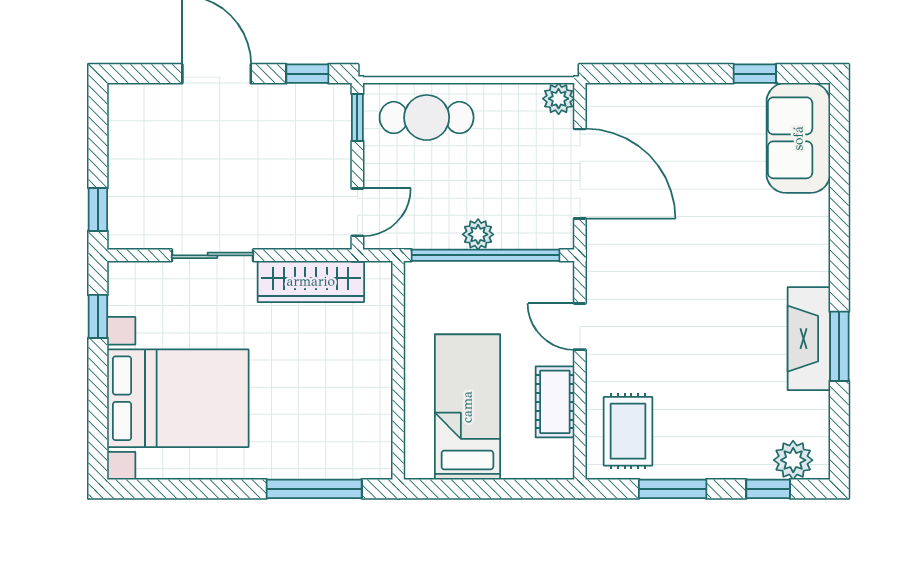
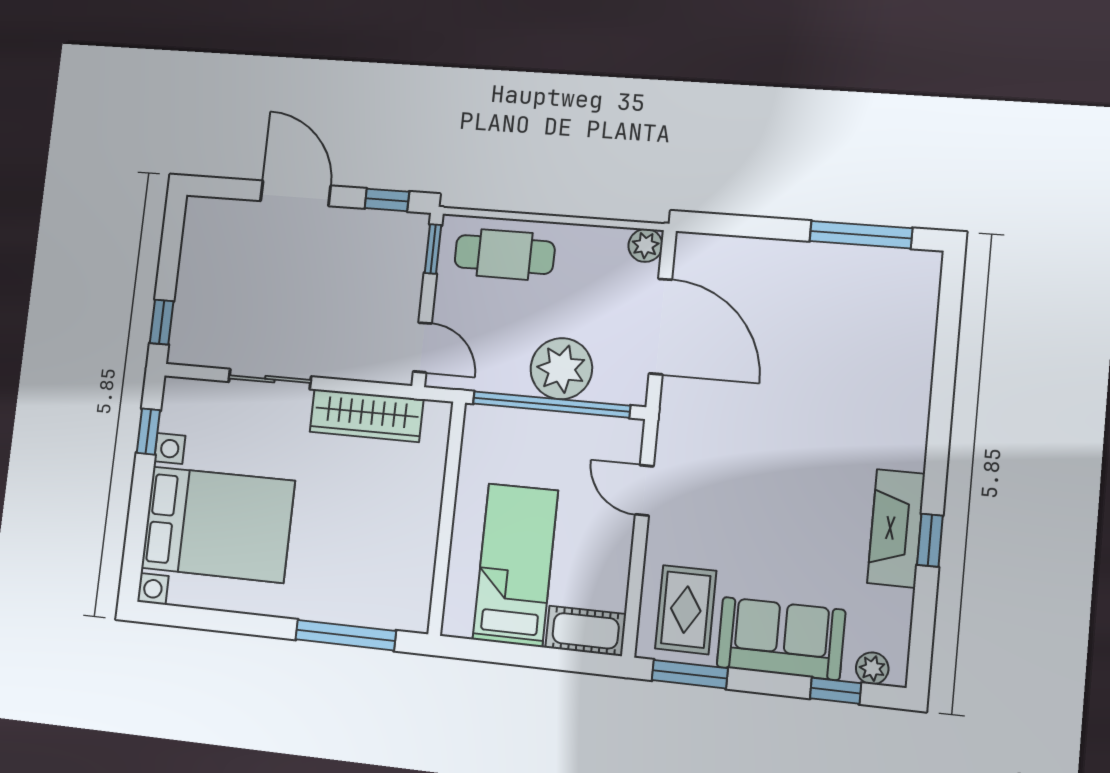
window: (755, 74) -> (861, 235), width x2.17
sofa: (798, 138) -> (781, 638), moved, turned 90
door: (357, 212) -> (422, 347), hinge flipped
plant: (478, 234) -> (561, 369), width x1.87, depth x1.87
window: (839, 346) -> (930, 540), width x0.67
cot: (555, 402) -> (586, 631), moved, turned 90
plant: (793, 460) -> (872, 668), width x0.73, depth x0.73
window: (673, 489) -> (690, 674), moved

